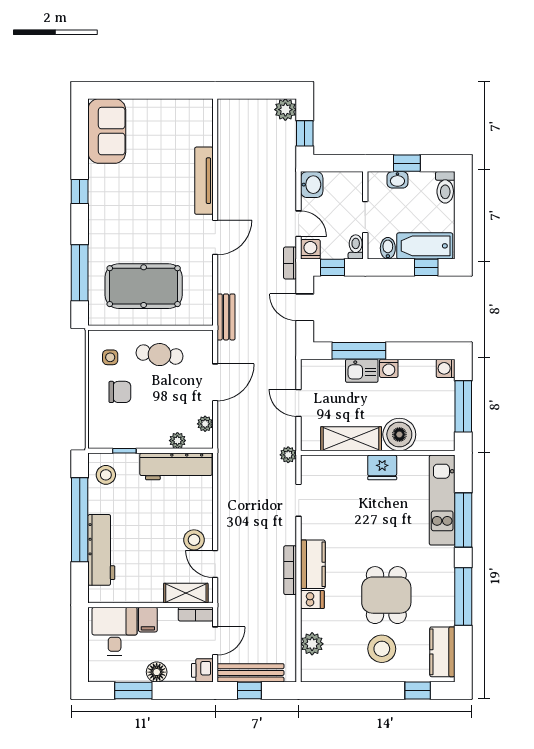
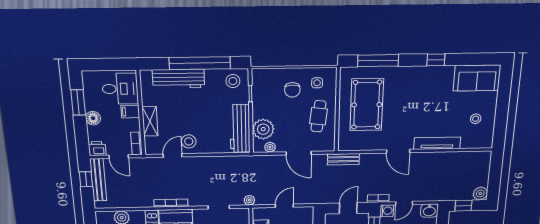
stool: (167, 127) -> (476, 119), added
plant: (177, 441) -> (263, 129), width x1.88, depth x1.88
shelving: (186, 593) -> (150, 121), moved

